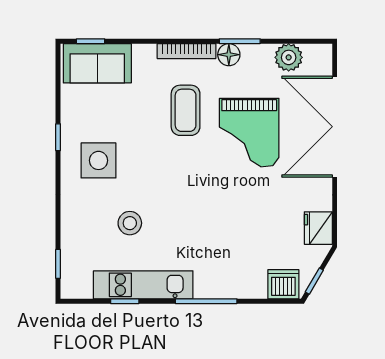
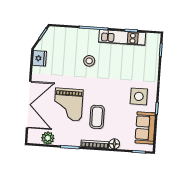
floor lamp: (229, 55) -> (114, 144), moved
sofa: (97, 63) -> (145, 128), moved, turned -90
grand piano: (249, 133) -> (68, 105), turned 180
stool: (130, 223) -> (89, 61), moved
dishwasher: (283, 284) -> (57, 33), removed

